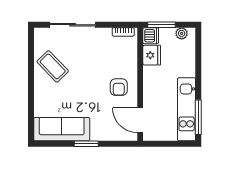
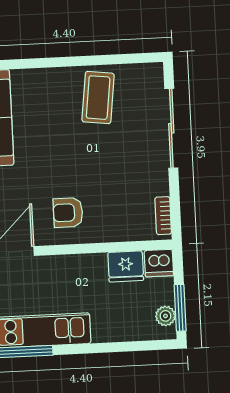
window: (162, 25) -> (180, 308), moved
coffee table: (53, 66) -> (98, 98), turned -39

